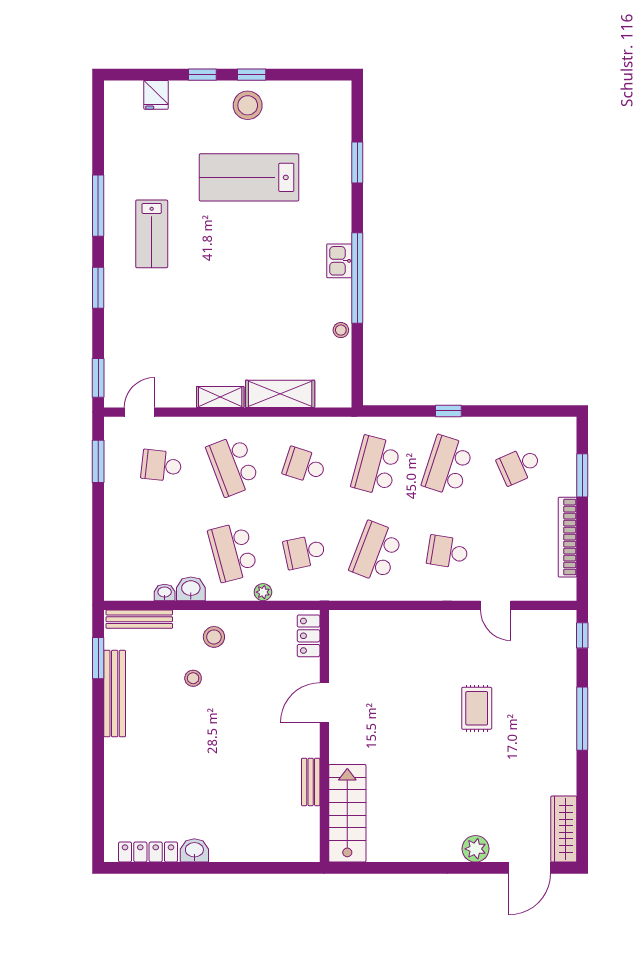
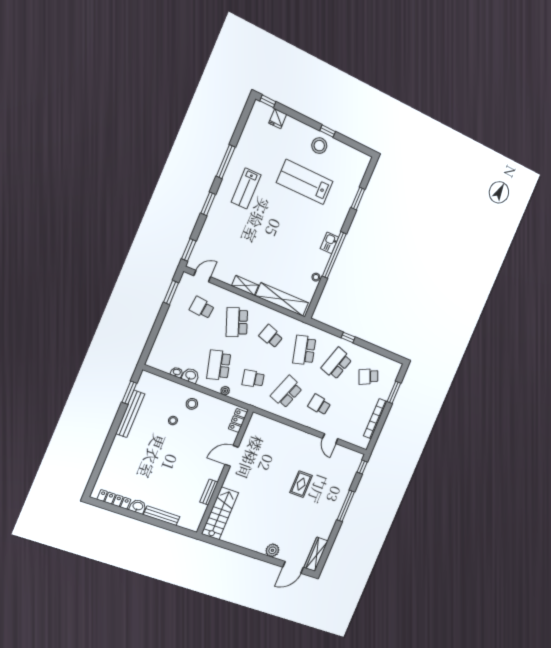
window: (202, 75) -> (268, 101), moved
shelving: (280, 394) -> (282, 299), width x1.47
school desk: (376, 466) -> (304, 350), turned -30
bench: (139, 619) -> (162, 516), moved

